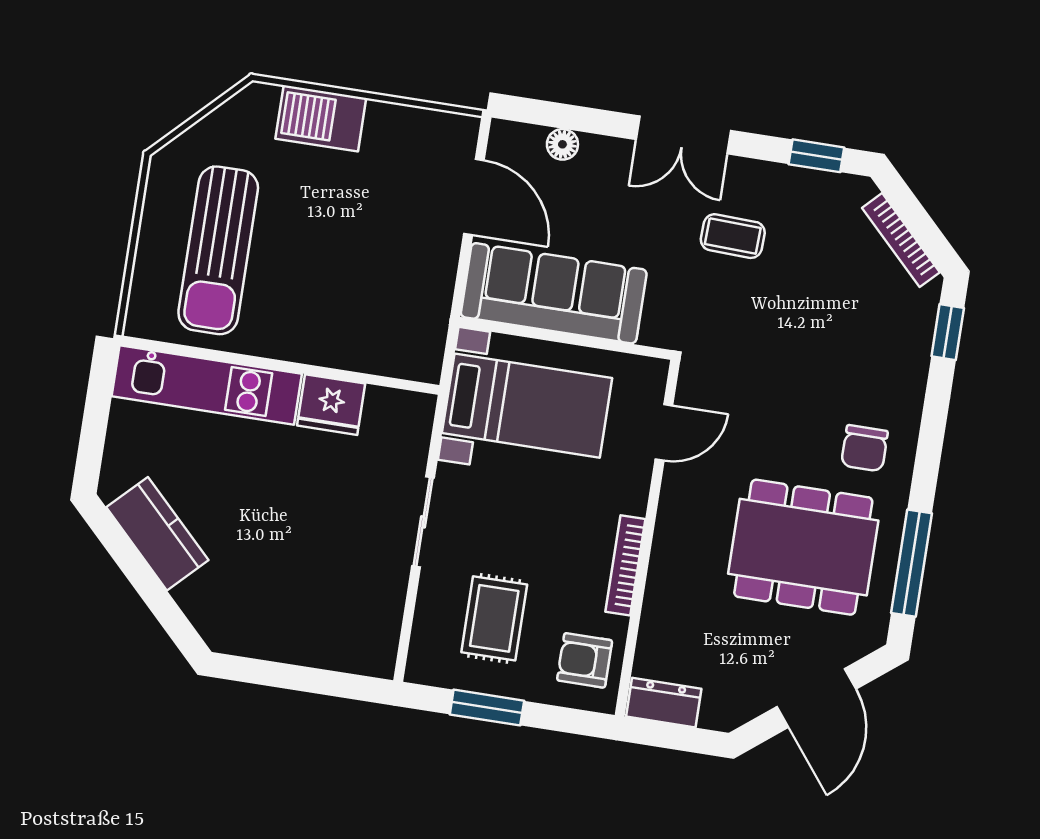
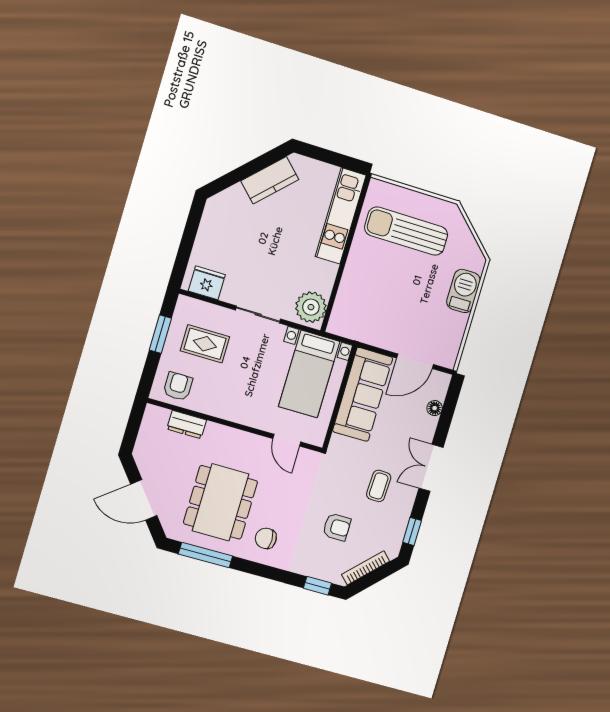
armchair: (825, 309) -> (337, 527), added
fridge: (331, 405) -> (207, 283), moved, turned 90
plant: (394, 420) -> (311, 307), added
bookcase: (625, 565) -> (223, 413), removed
dresser: (664, 703) -> (187, 425), moved, turned 90

